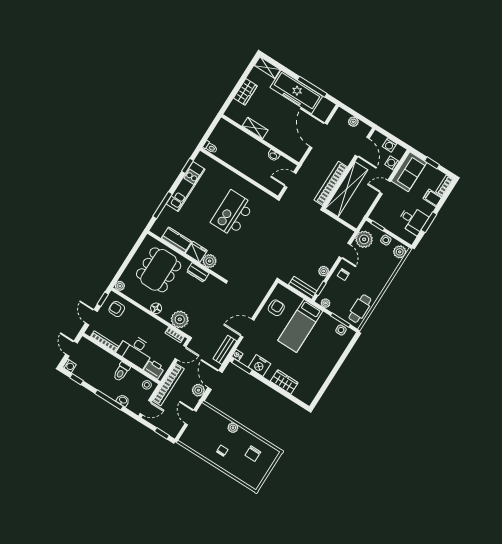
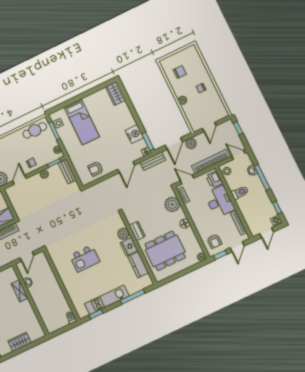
shelving: (255, 128) -> (20, 291), moved
door: (290, 180) -> (27, 257), hinge flipped
kitchen island: (232, 213) -> (85, 258), width x0.73, depth x0.78
bed: (300, 326) -> (82, 122), moved, turned 90
door: (247, 328) -> (126, 167), hinge flipped
wardrobe: (284, 382) -> (115, 94), moved

